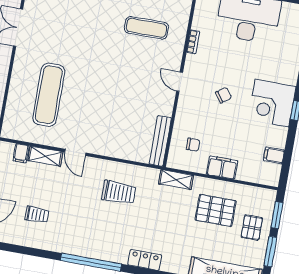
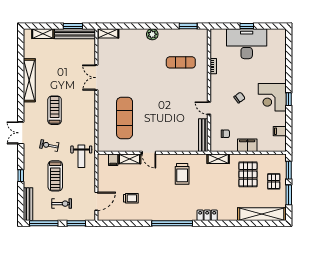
door: (180, 82) -> (209, 108), moved
trolley: (119, 192) -> (182, 174), turned 90
pallet: (216, 210) -> (248, 174), turned 90

